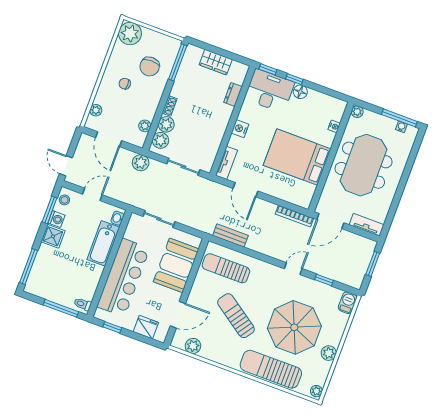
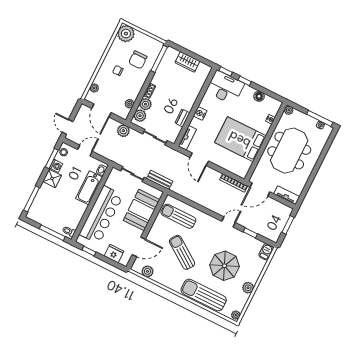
floor lamp: (300, 92) -> (259, 96), moved
dresser: (233, 94) -> (182, 118), moved
bench: (230, 236) -> (160, 180), moved
parasol: (294, 327) -> (224, 266), width x0.73, depth x0.73

